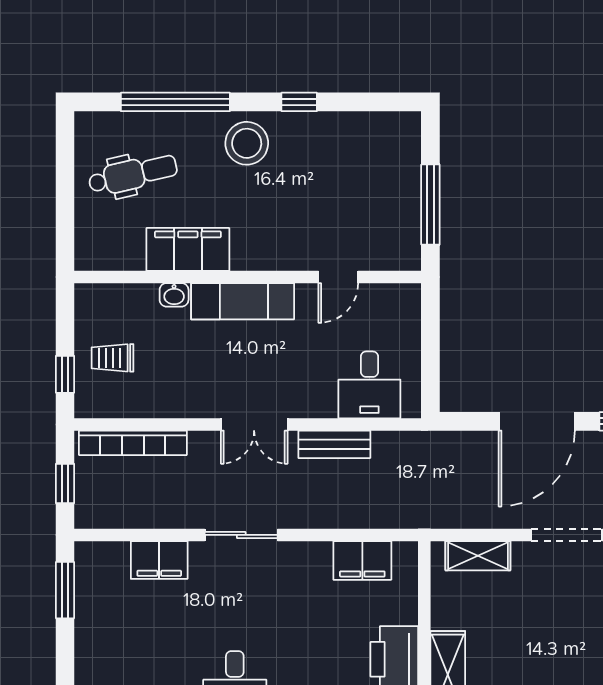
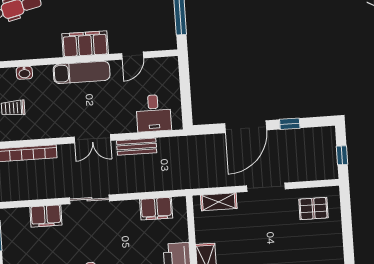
filing cabinet: (188, 249) -> (85, 44), moved
washbasin: (174, 295) -> (24, 73), moved

